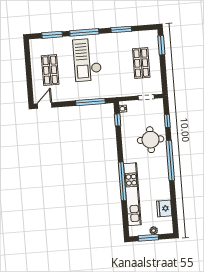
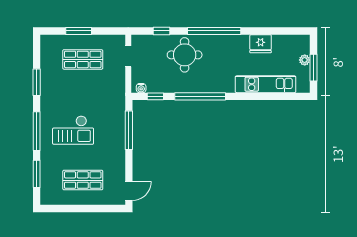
window: (161, 45) -> (79, 31), moved
checkout: (87, 60) -> (73, 130), width x0.73, depth x0.83
door: (45, 106) -> (129, 191), swing flipped
window: (122, 181) -> (200, 96), moved
kitchen unit: (132, 194) -> (266, 84), width x0.73
fridge: (164, 208) -> (261, 44), moved

